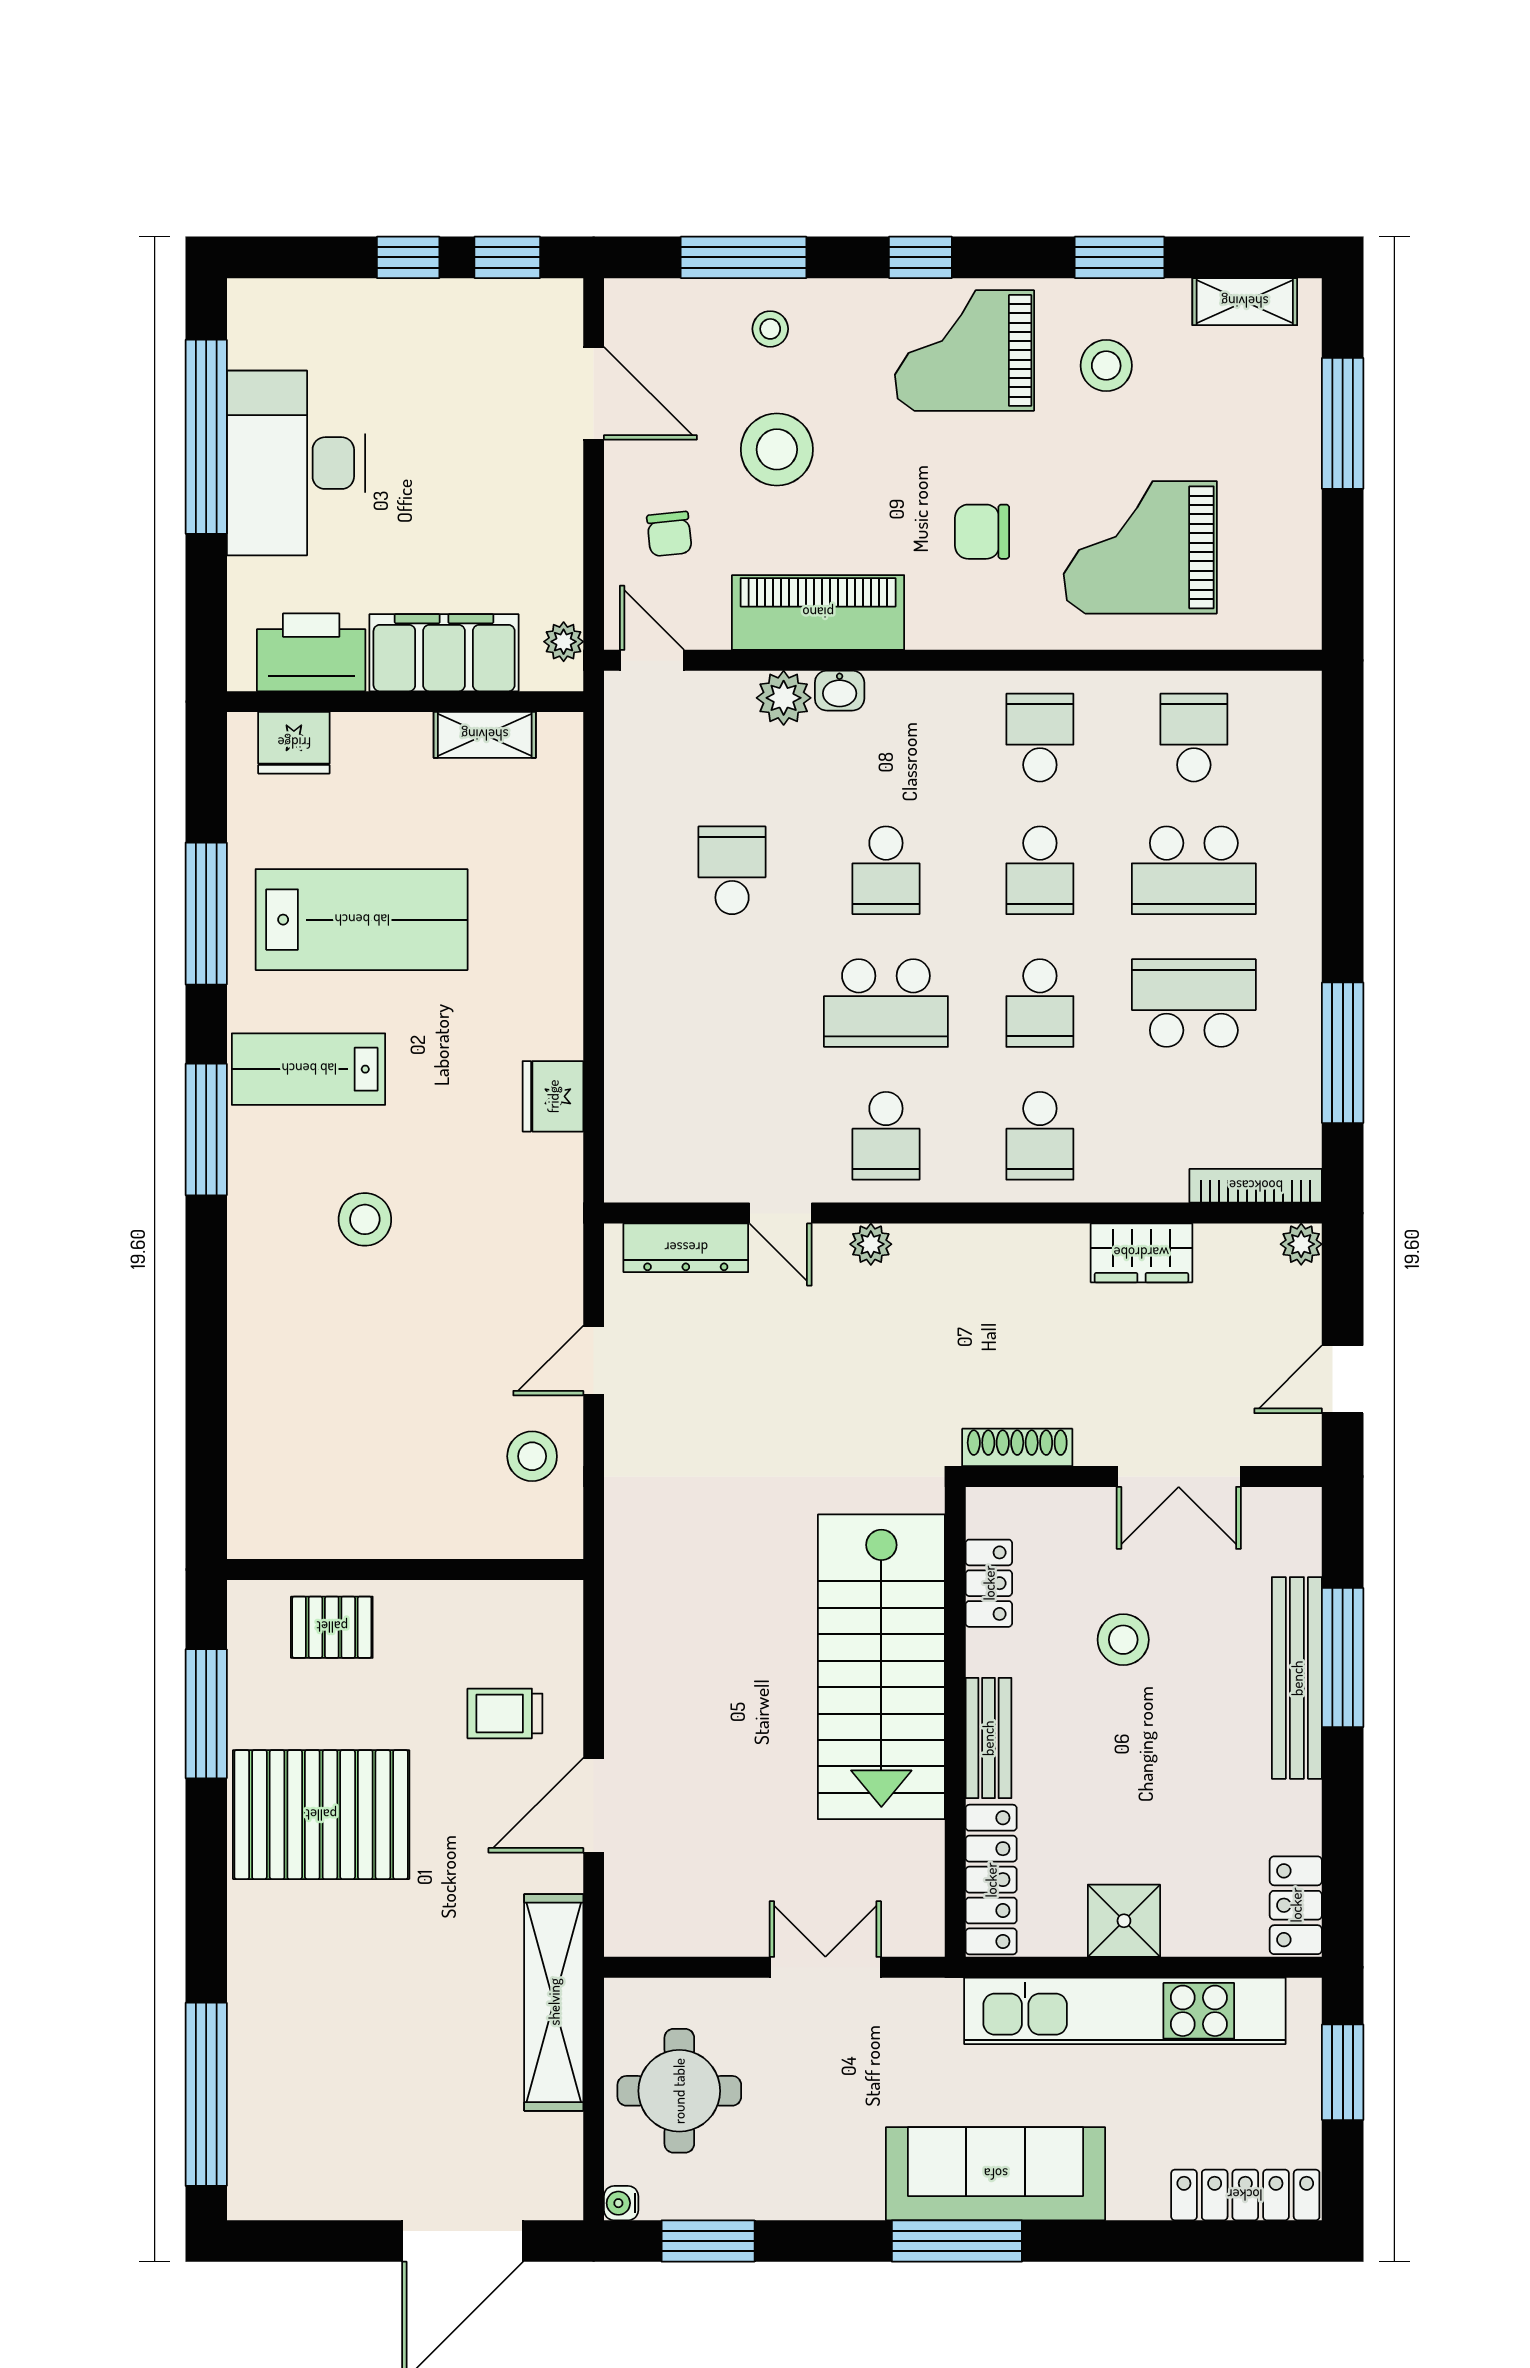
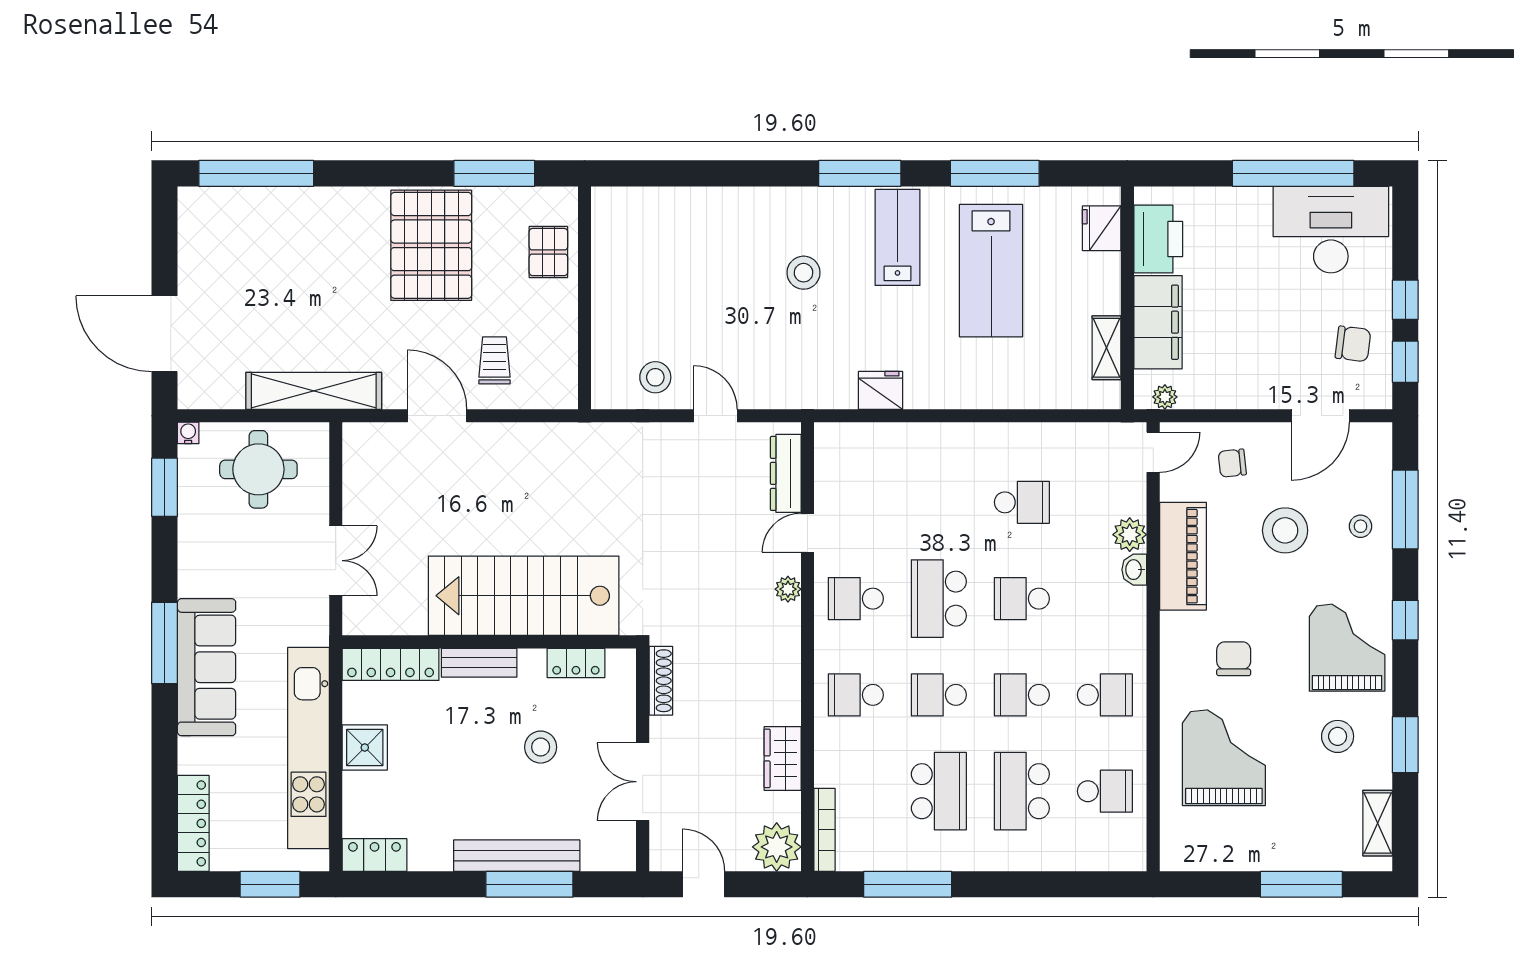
chair: (479, 341) -> (1353, 344), added
desk: (296, 463) -> (1331, 230), moved
plant: (1301, 1244) -> (777, 847), width x1.87, depth x1.87

